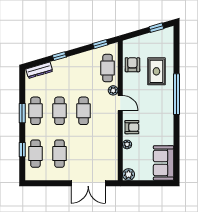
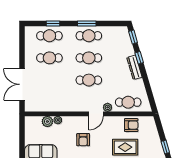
window: (100, 44) -> (133, 37), moved
dresser: (39, 70) -> (134, 67), moved
armchair: (132, 127) -> (83, 140), moved
plant: (129, 174) -> (47, 121), moved

